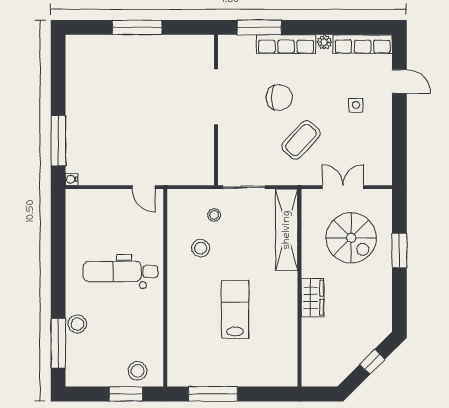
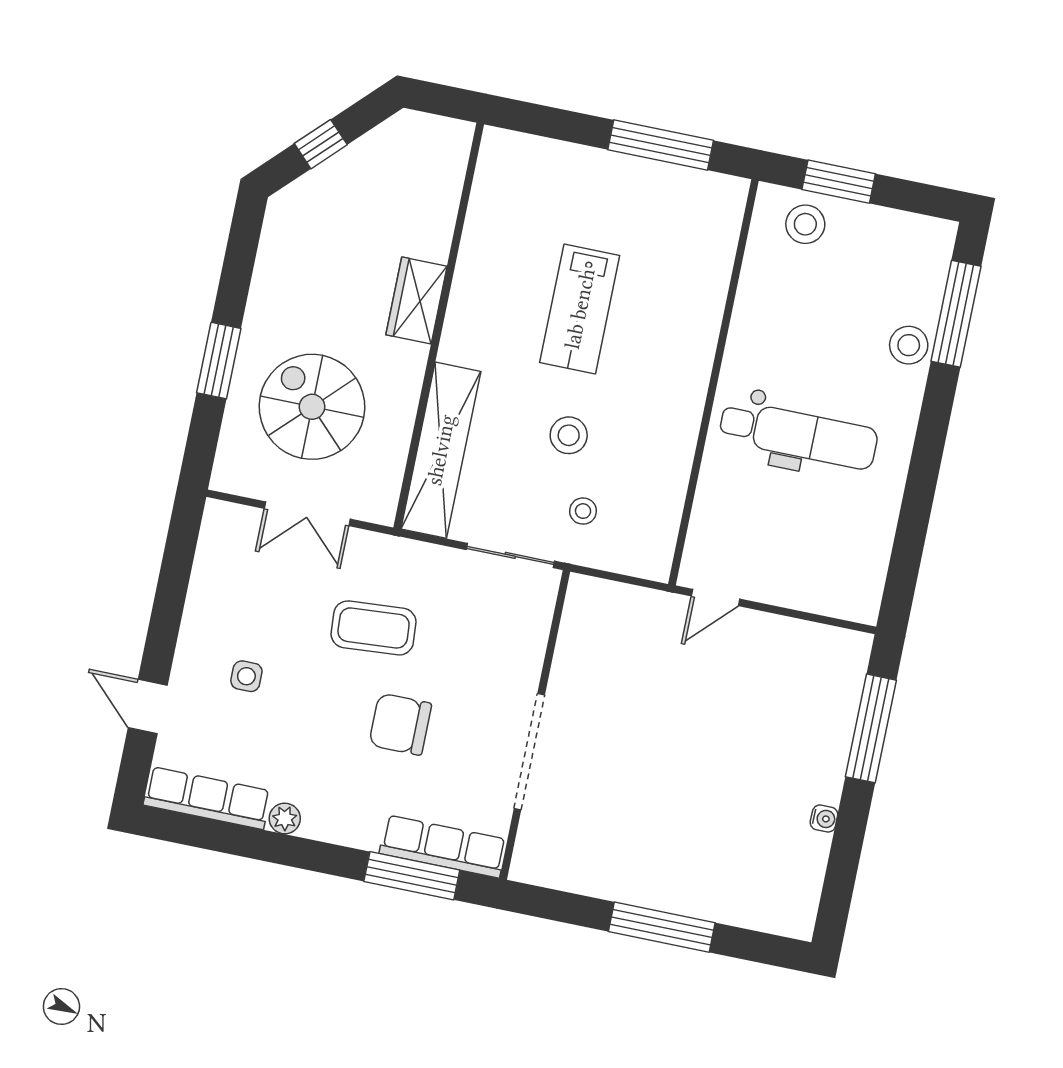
row of seats: (286, 44) -> (443, 846), moved
coffee table: (301, 140) -> (374, 628), turned 43
water cooler: (72, 179) -> (824, 819), moved
door: (144, 187) -> (715, 598), swing flipped
stool: (201, 248) -> (569, 435), moved

